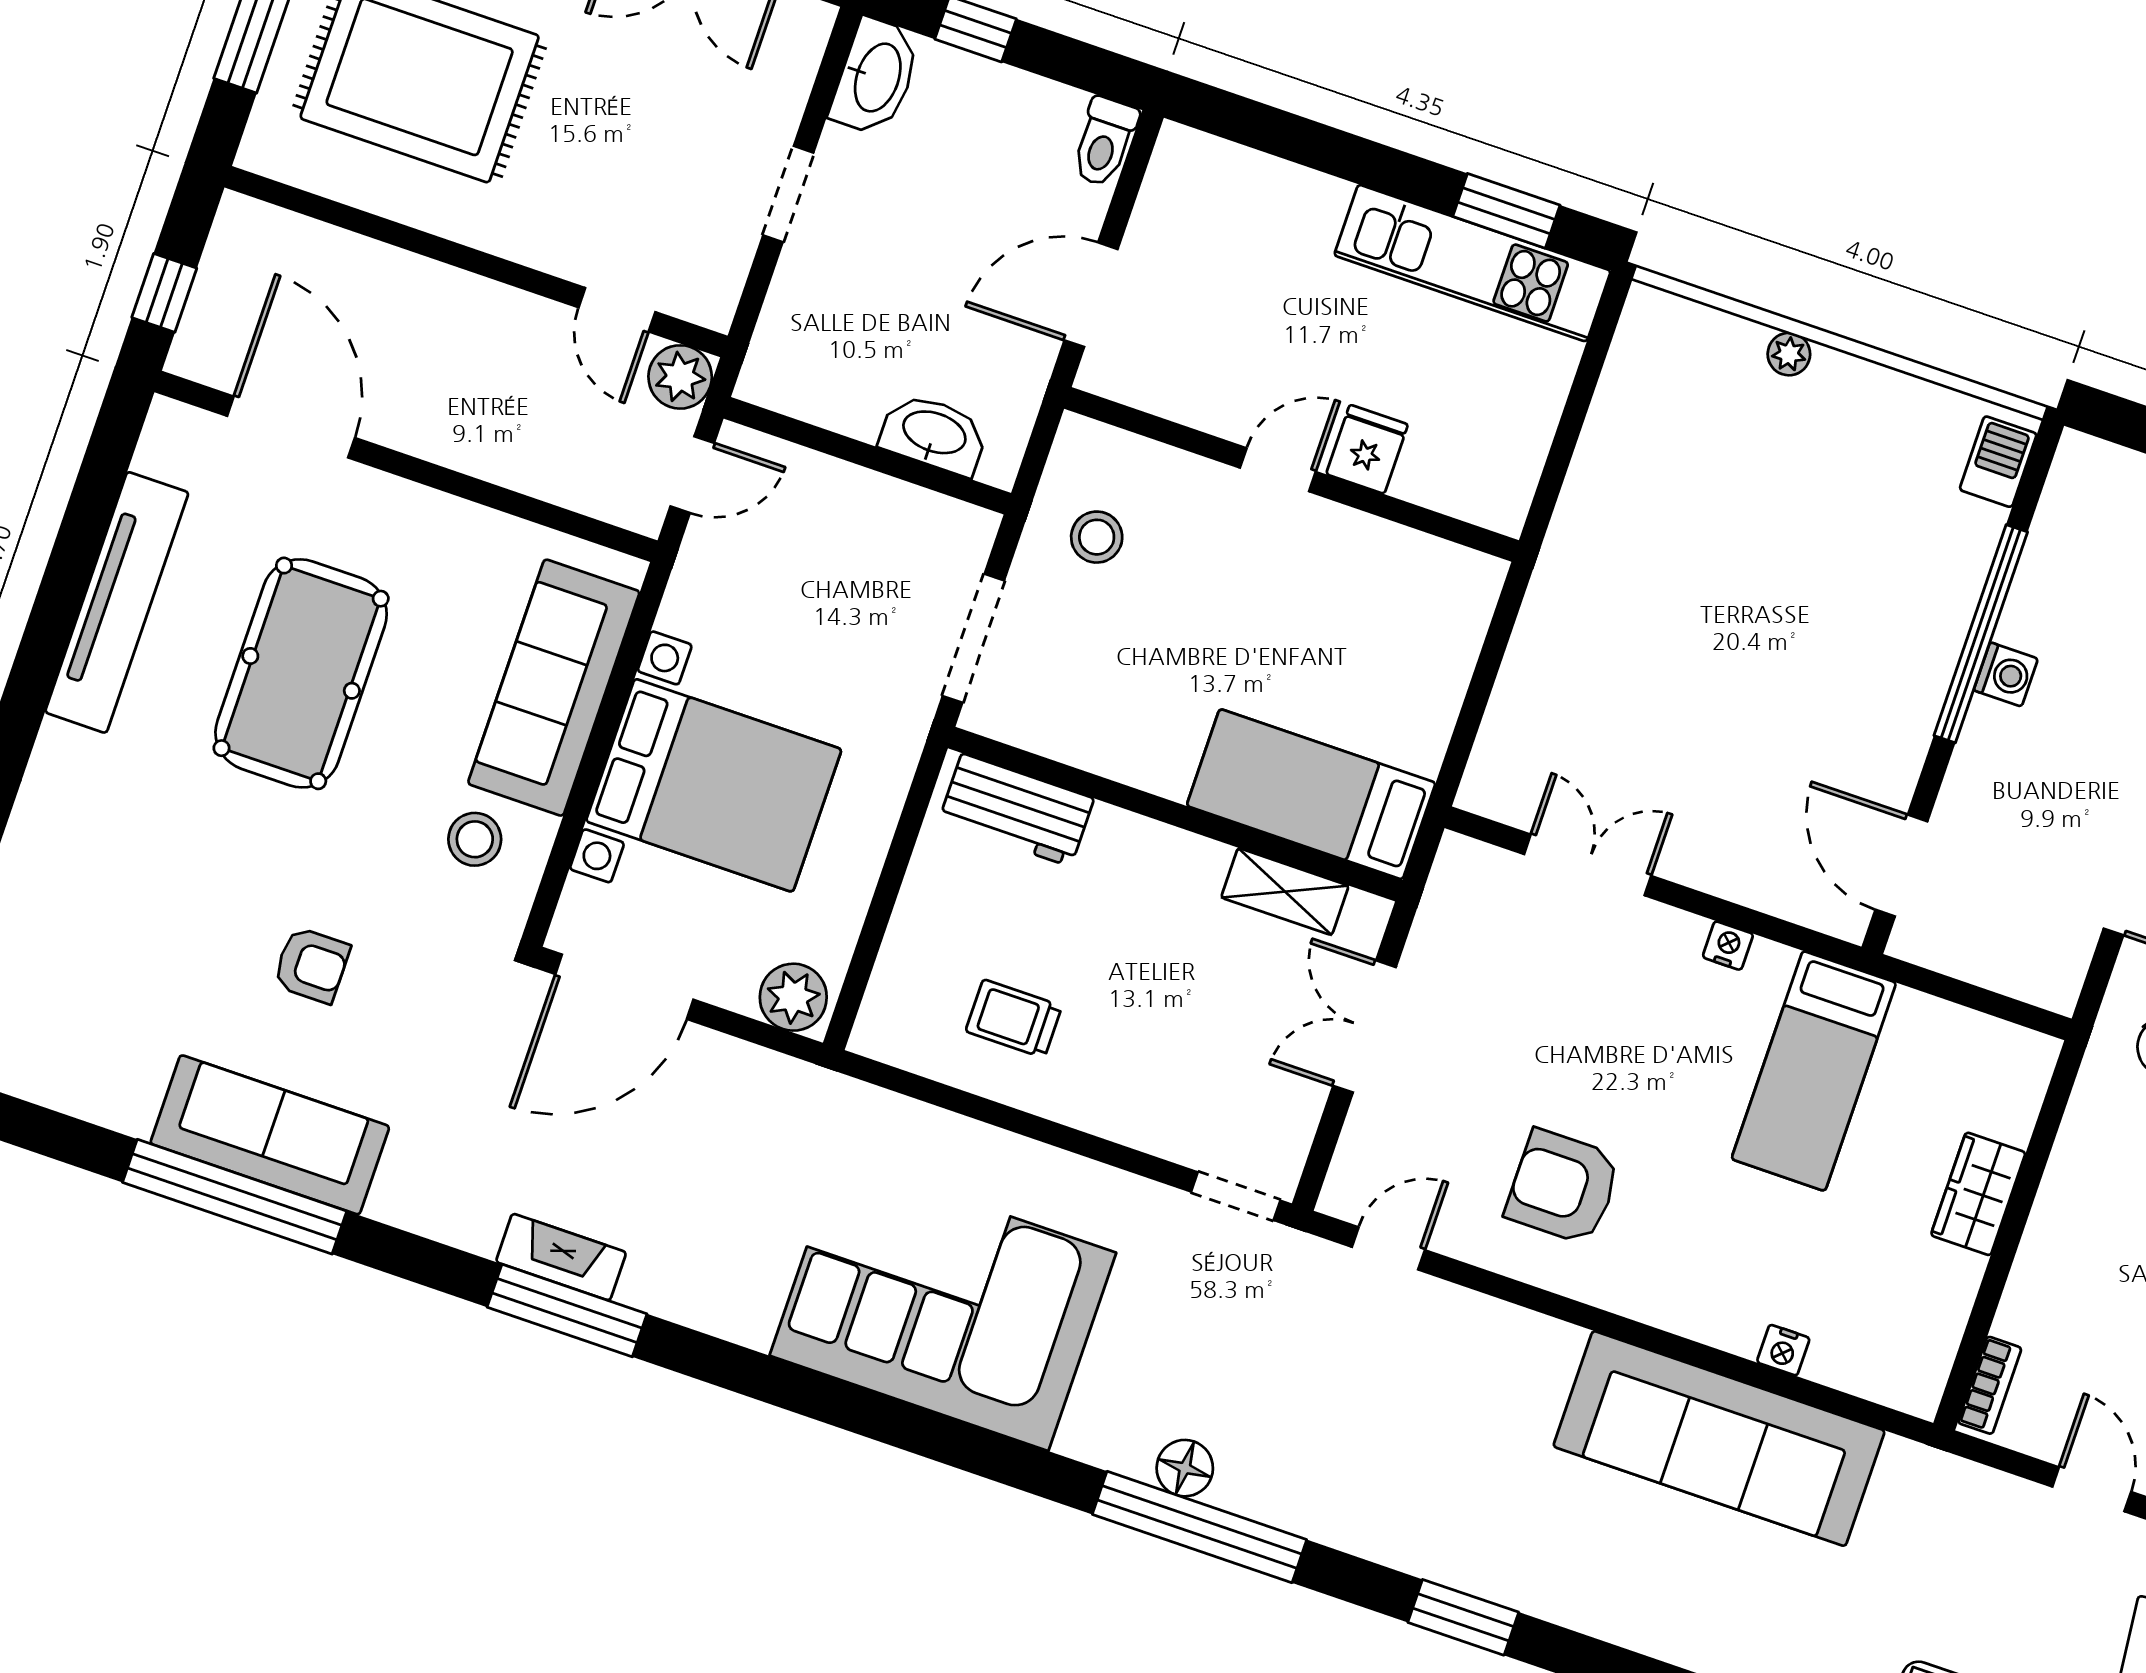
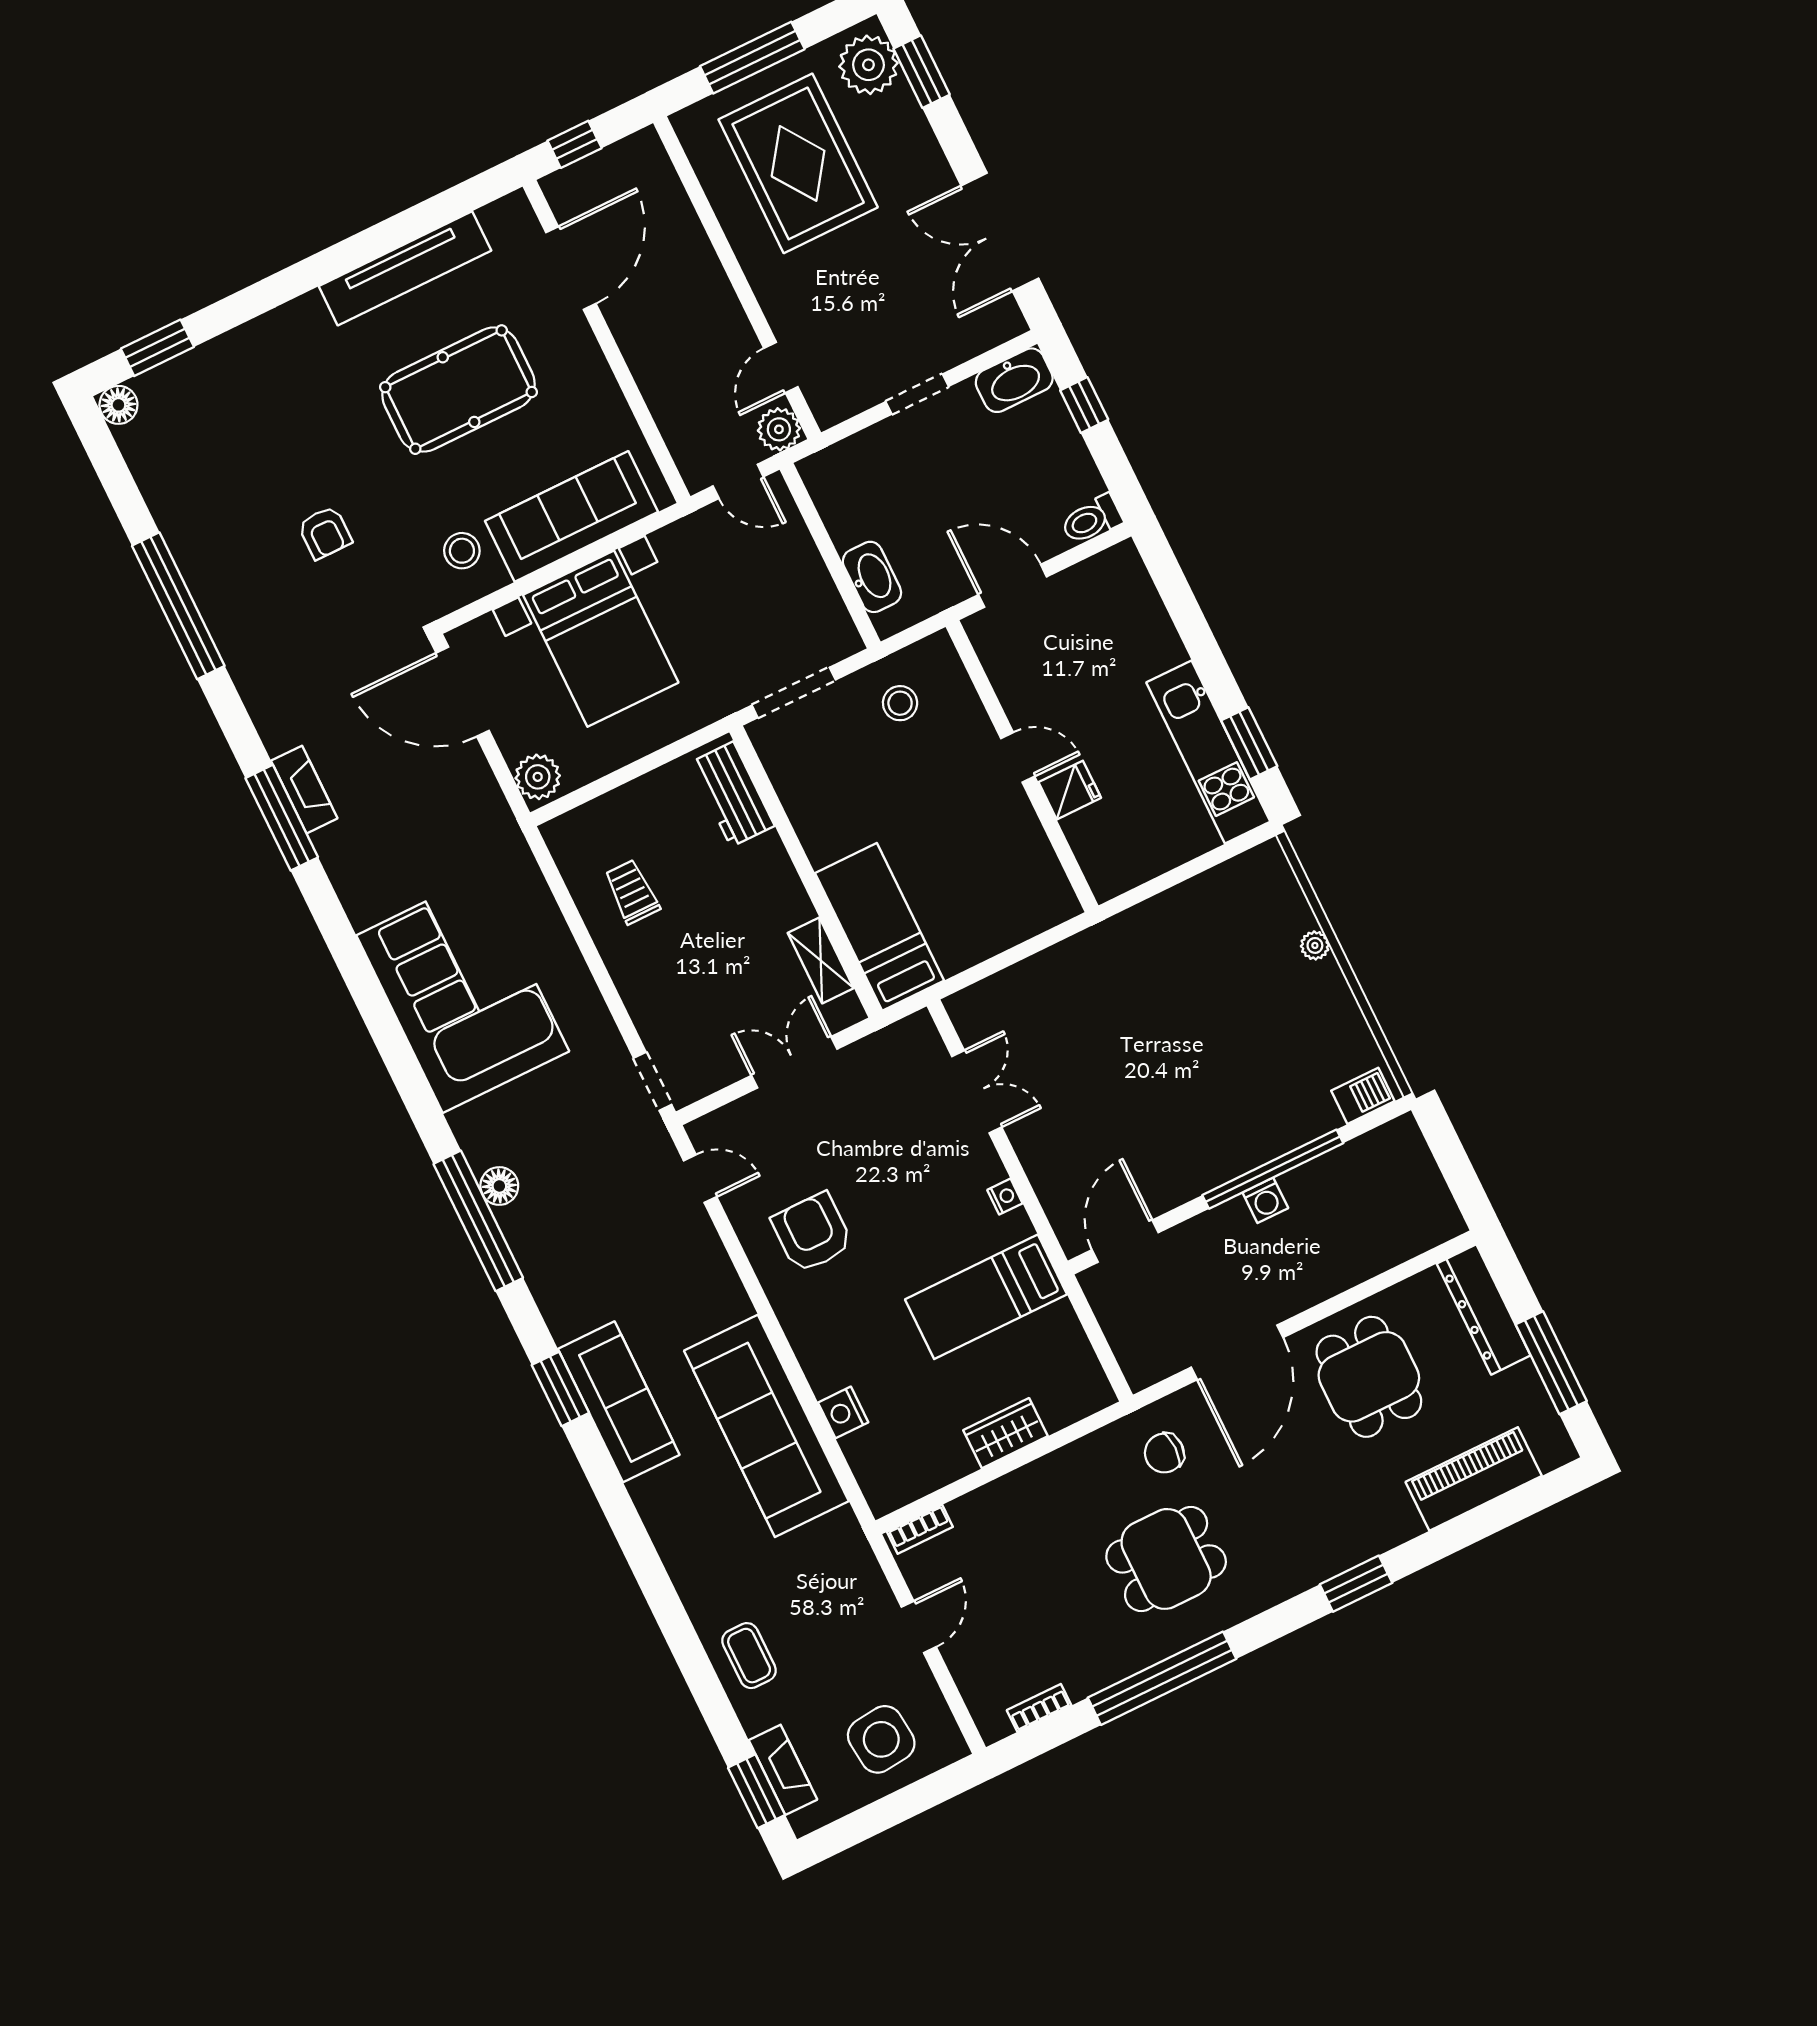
sofa: (270, 1135) -> (619, 1402), moved
nightstand: (1783, 1350) -> (843, 1412), width x1.39, depth x1.35

